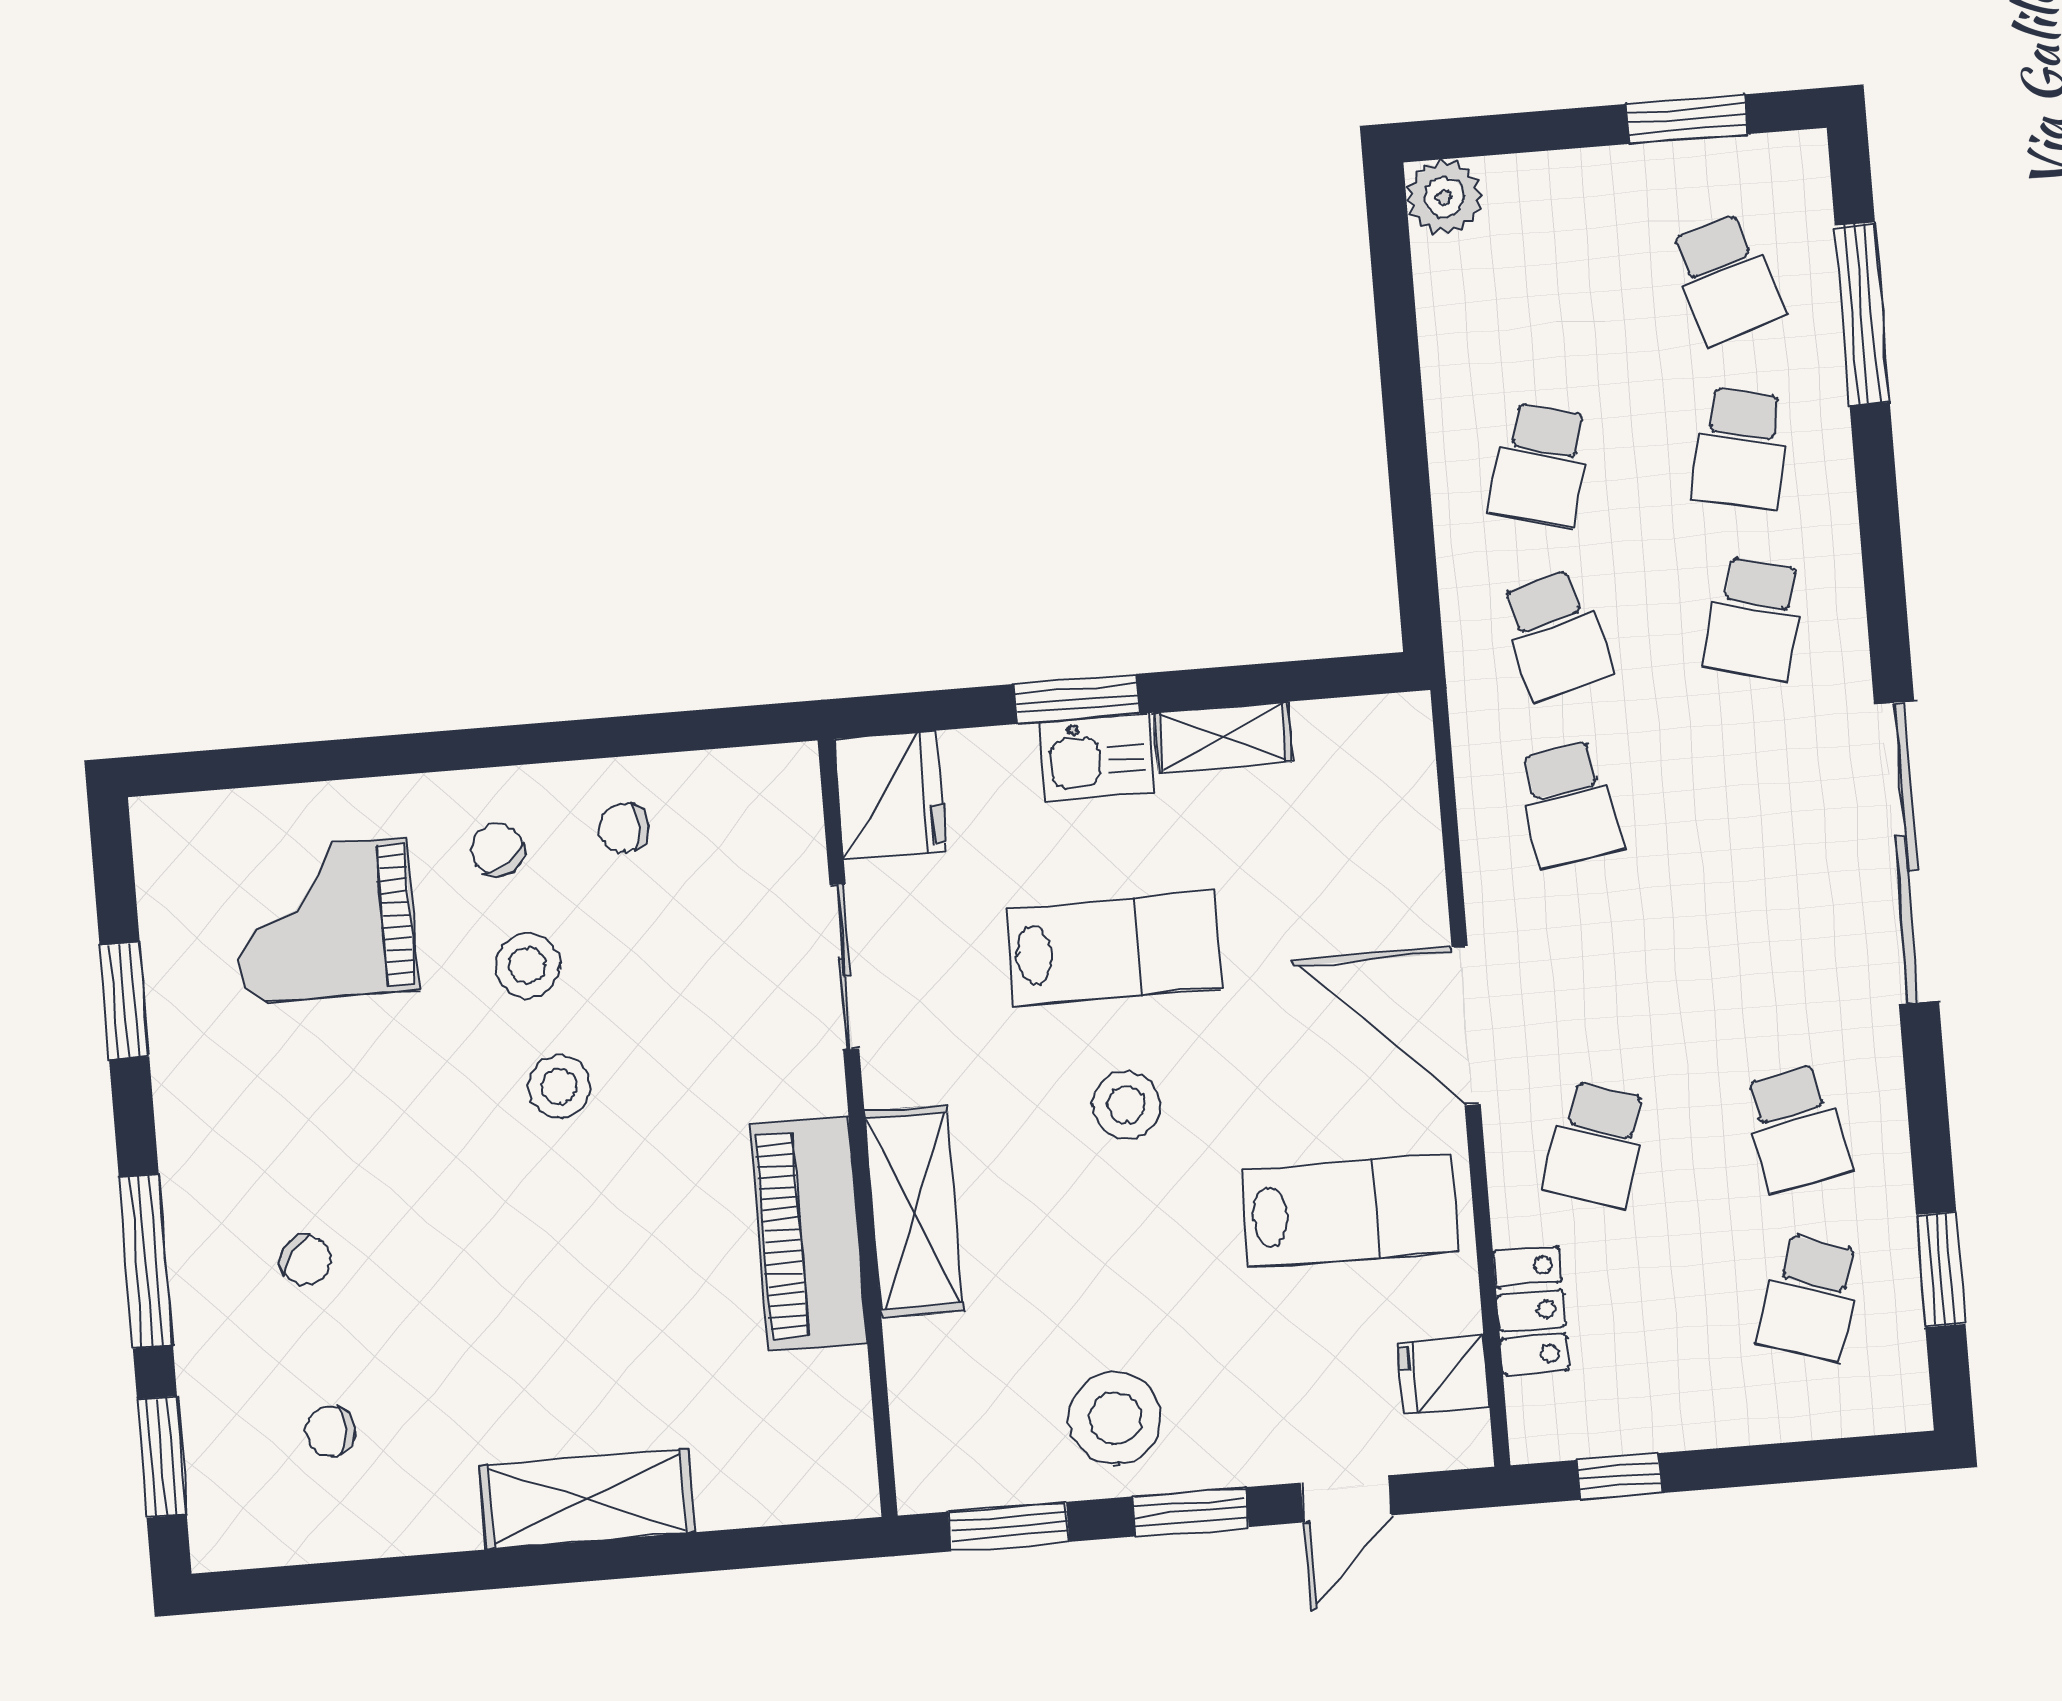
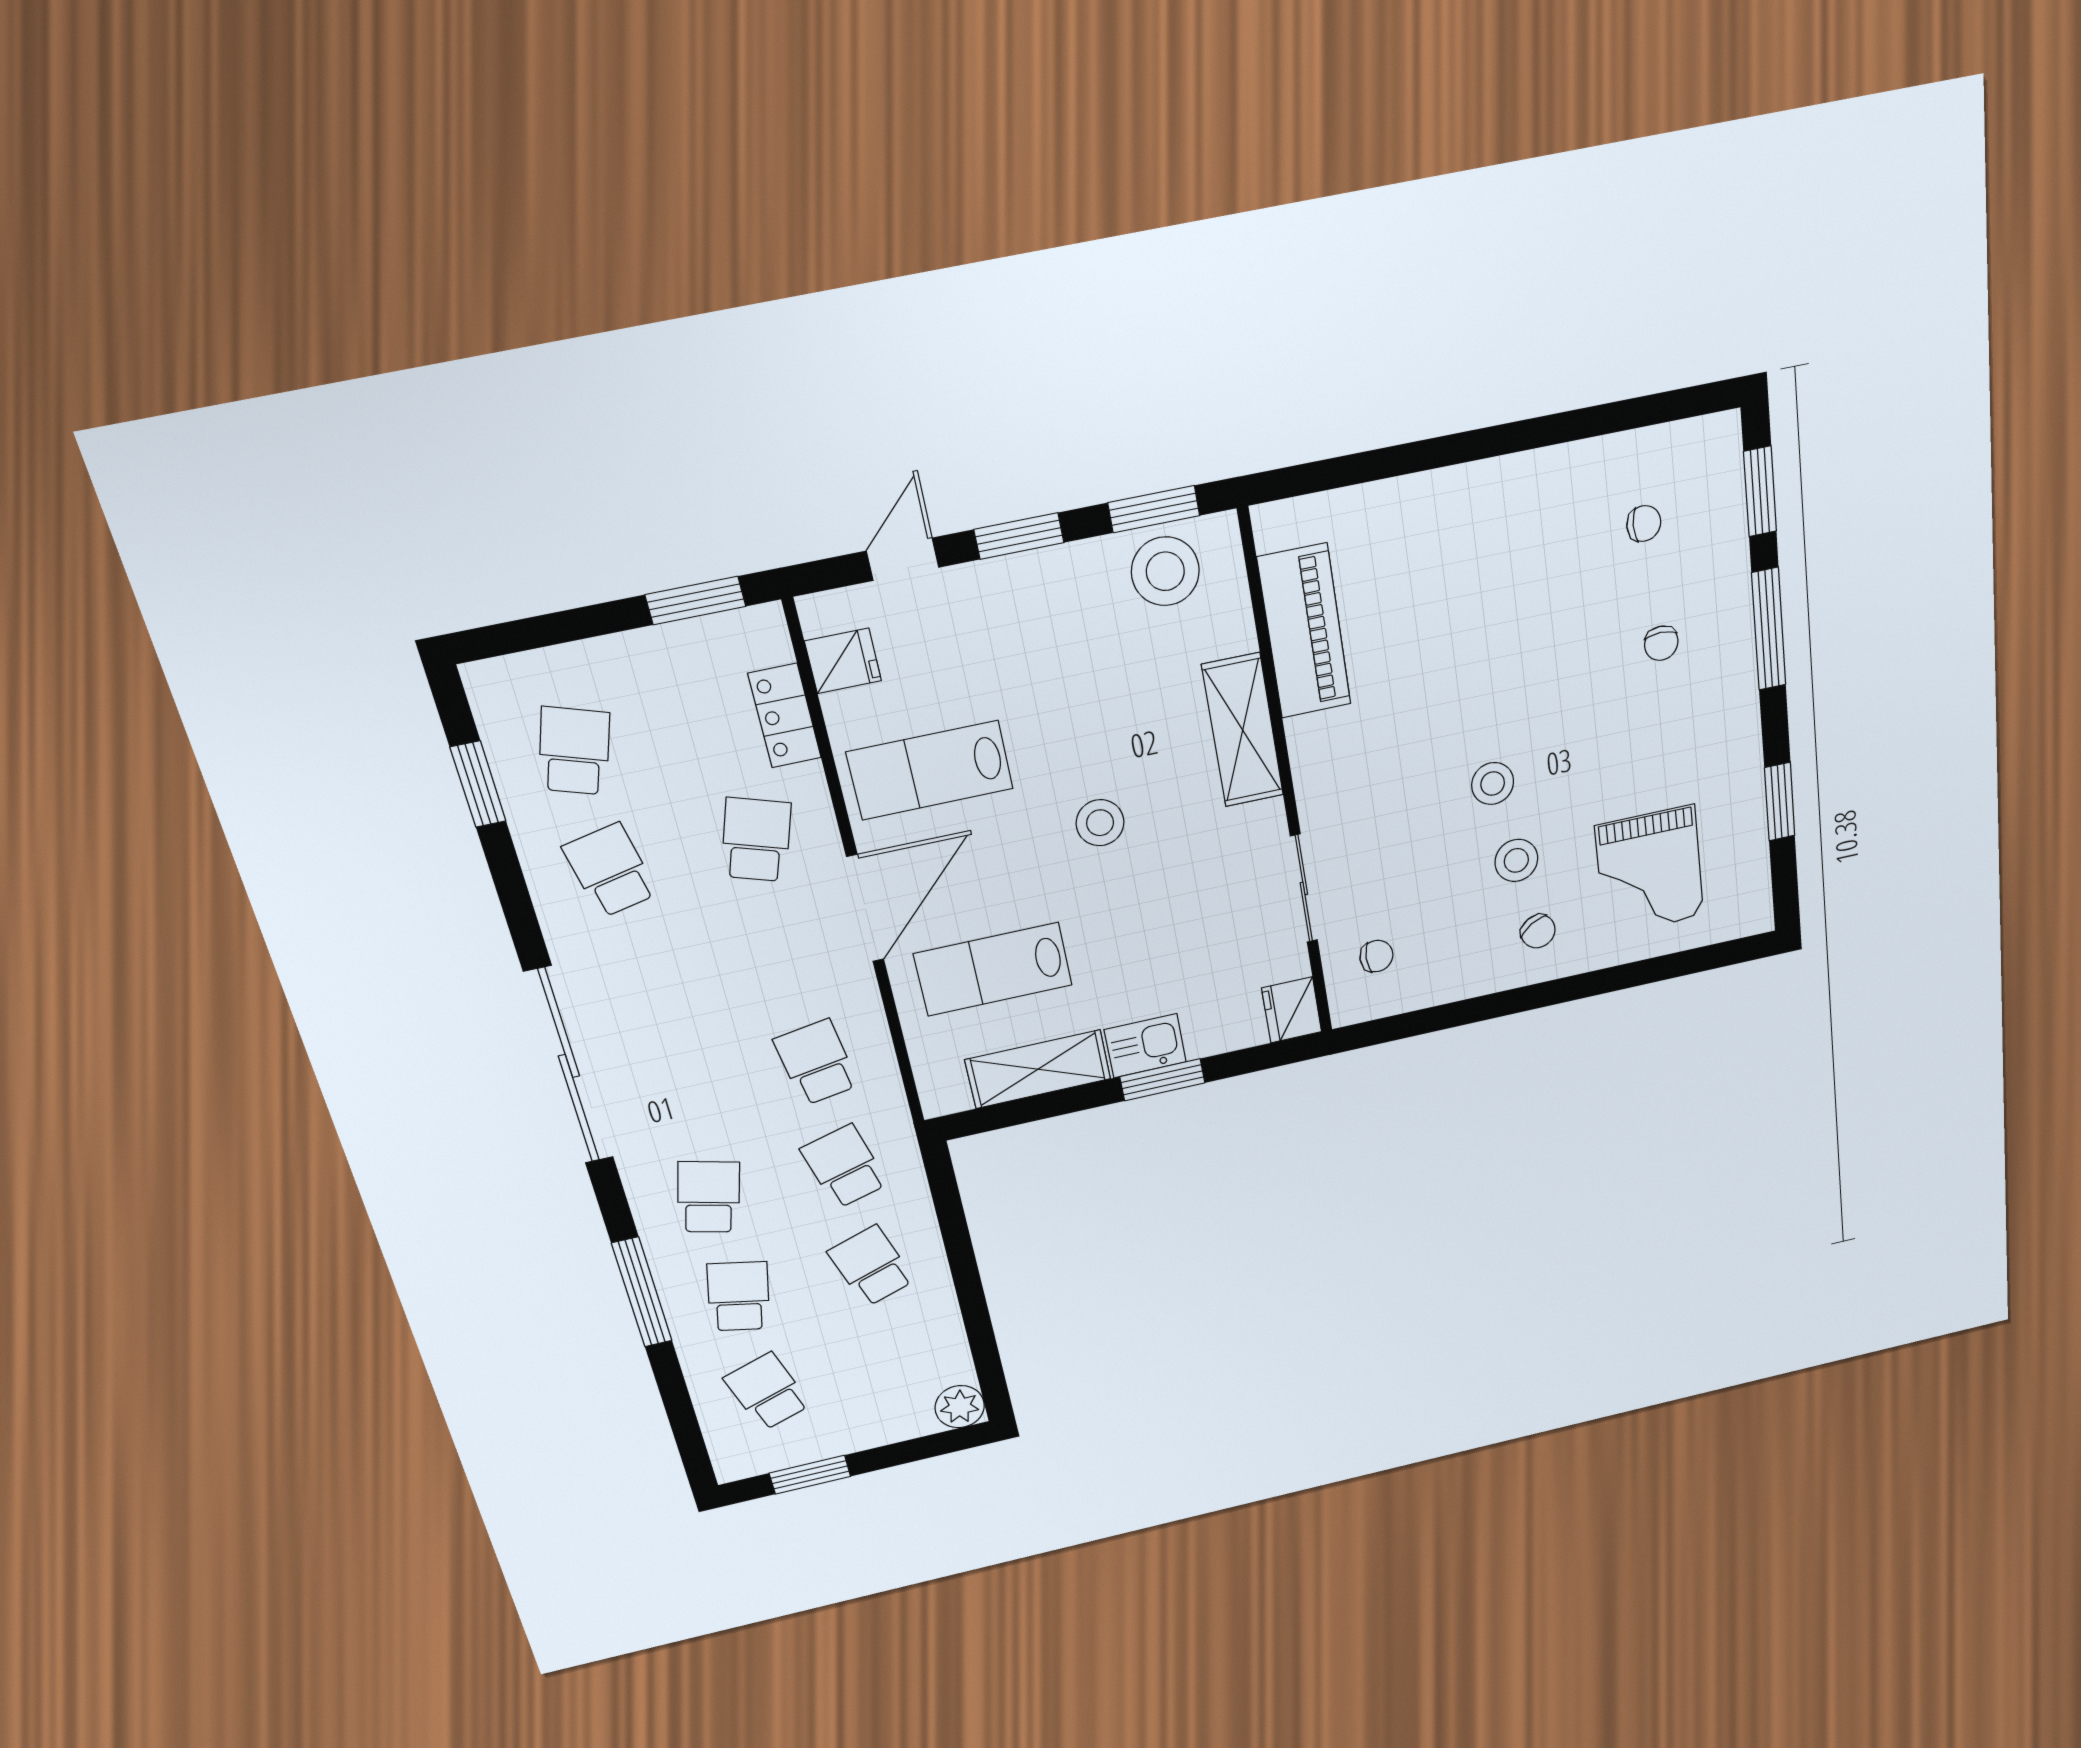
window: (1862, 314) -> (642, 1292), moved
school desk: (1541, 465) -> (871, 1266), turned -33
shelving: (1223, 737) -> (1038, 1069), width x1.50, depth x1.33
fridge: (890, 796) -> (1292, 1010), width x0.73, depth x0.75
chair: (624, 828) -> (1376, 956), moved
grand piano: (325, 920) -> (1650, 871), turned 90
lab bench: (1114, 949) -> (993, 969), moved
door: (1466, 1026) -> (865, 908), hinge flipped
piano: (809, 1234) -> (1304, 631), moved
chair: (306, 1260) -> (1661, 643), turned -126
stool: (1115, 1418) -> (1165, 571), moved
window: (1619, 1476) -> (696, 601), width x1.50
shelving: (587, 1499) -> (1462, 495), removed

